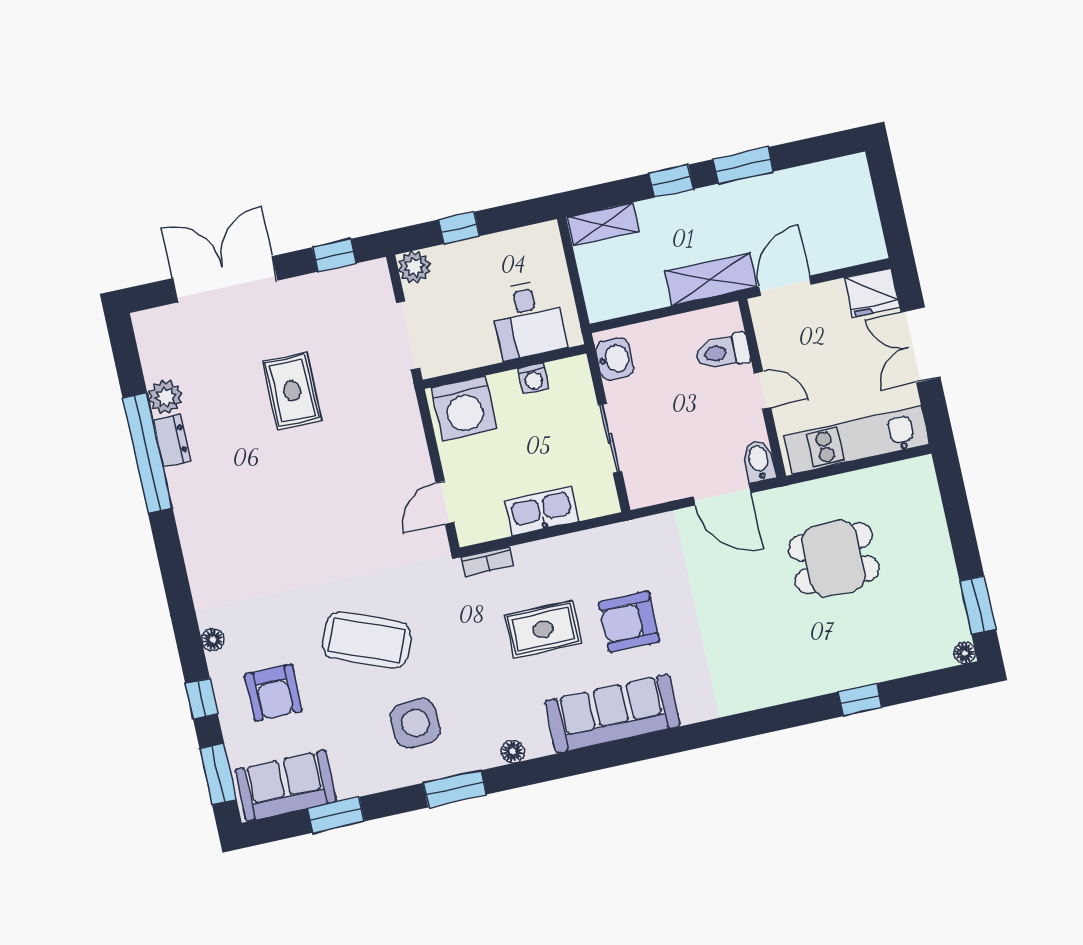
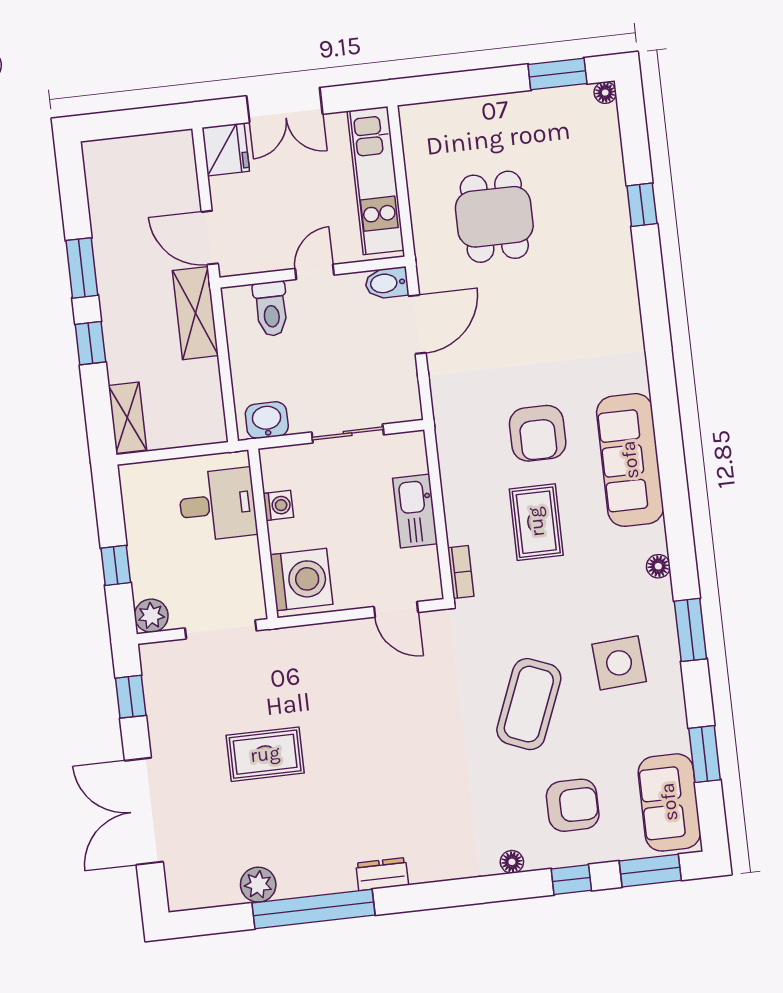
dresser: (172, 441) -> (382, 874), moved

